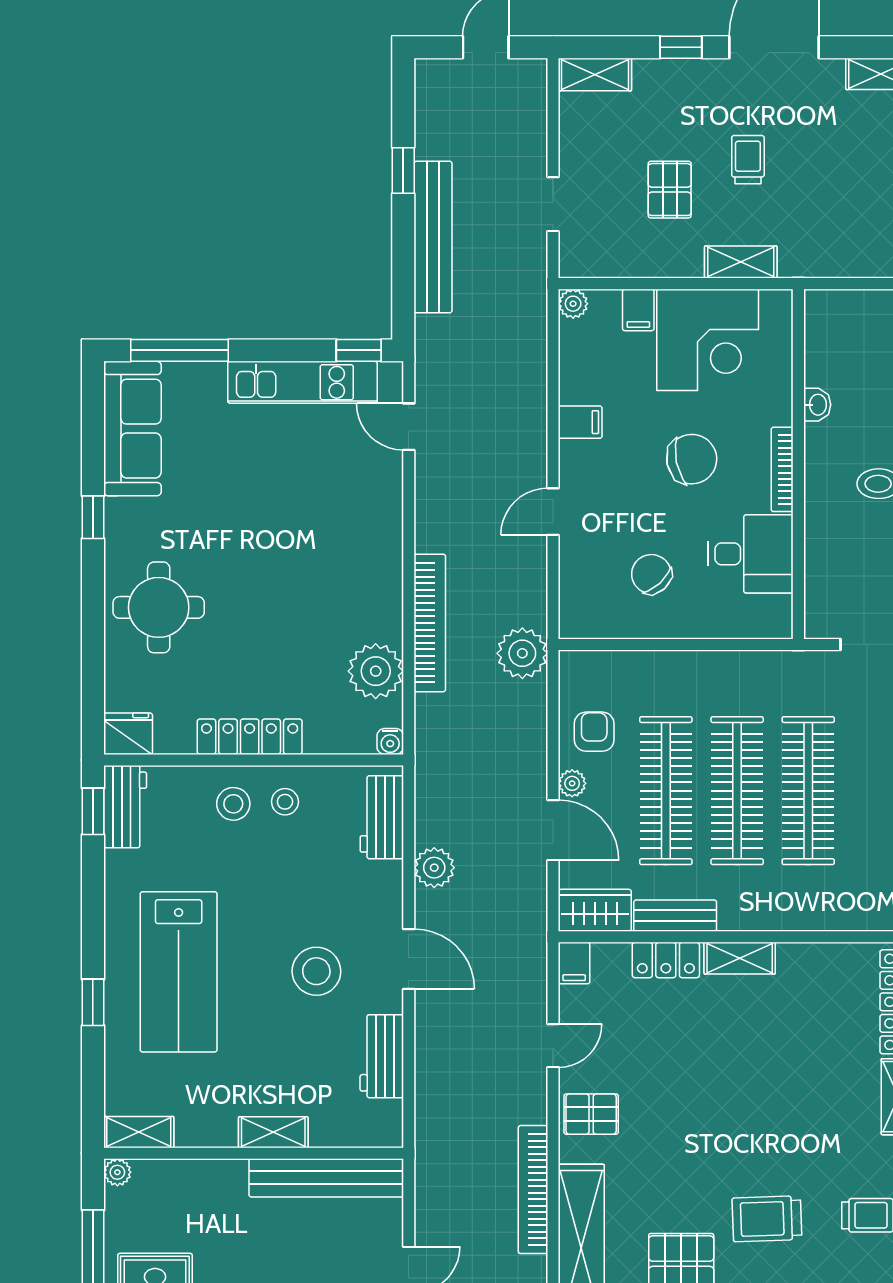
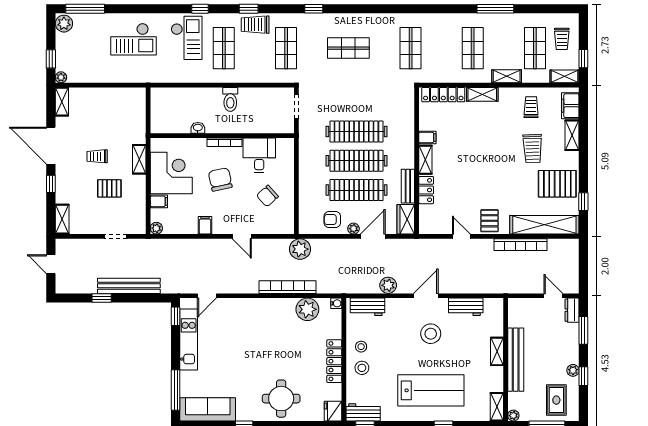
filing cabinet: (574, 963) -> (427, 137), moved
bench: (326, 1178) -> (516, 360), moved

